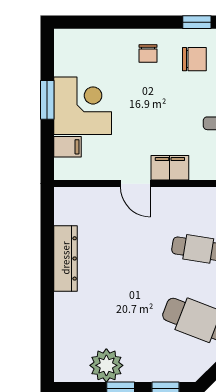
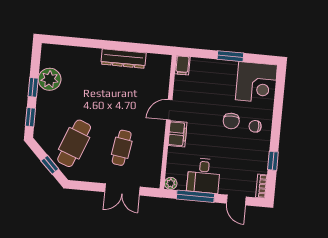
chair: (194, 59) -> (231, 121), moved
corner desk: (83, 106) -> (256, 82), moved
filing cabinet: (67, 147) -> (182, 65), moved

